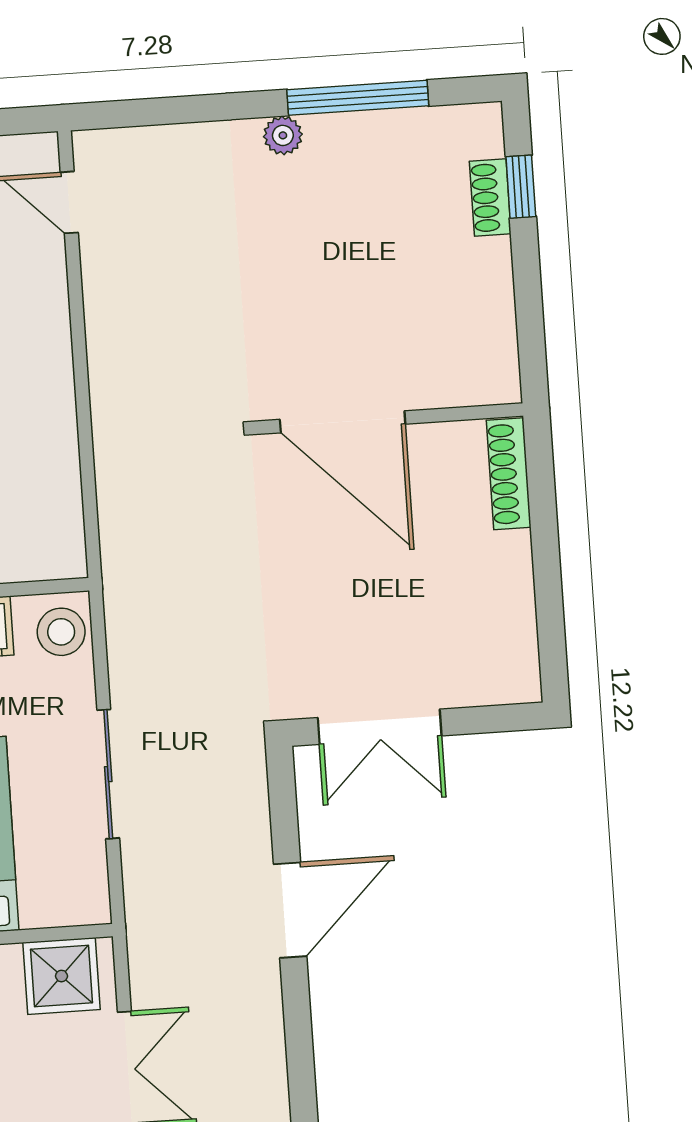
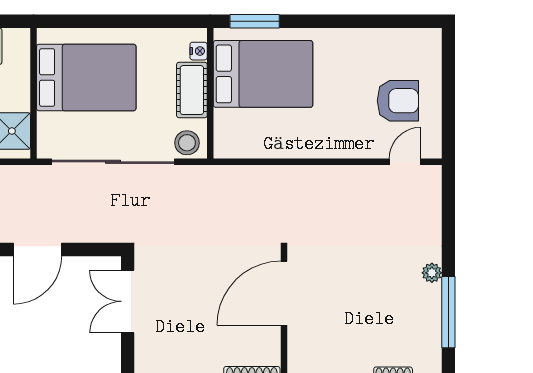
sliding door: (108, 774) -> (113, 162), width x1.86
door: (290, 910) -> (37, 250), hinge flipped

